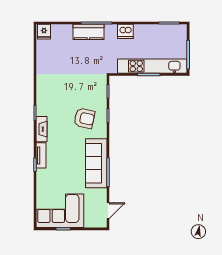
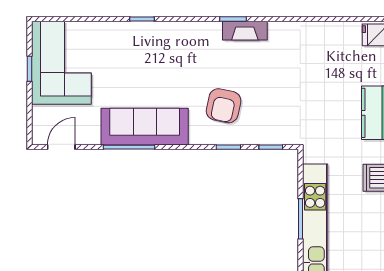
fireplace: (42, 129) -> (245, 31), moved
tv unit: (41, 155) -> (158, 30), removed
door: (108, 211) -> (61, 147), swing flipped

